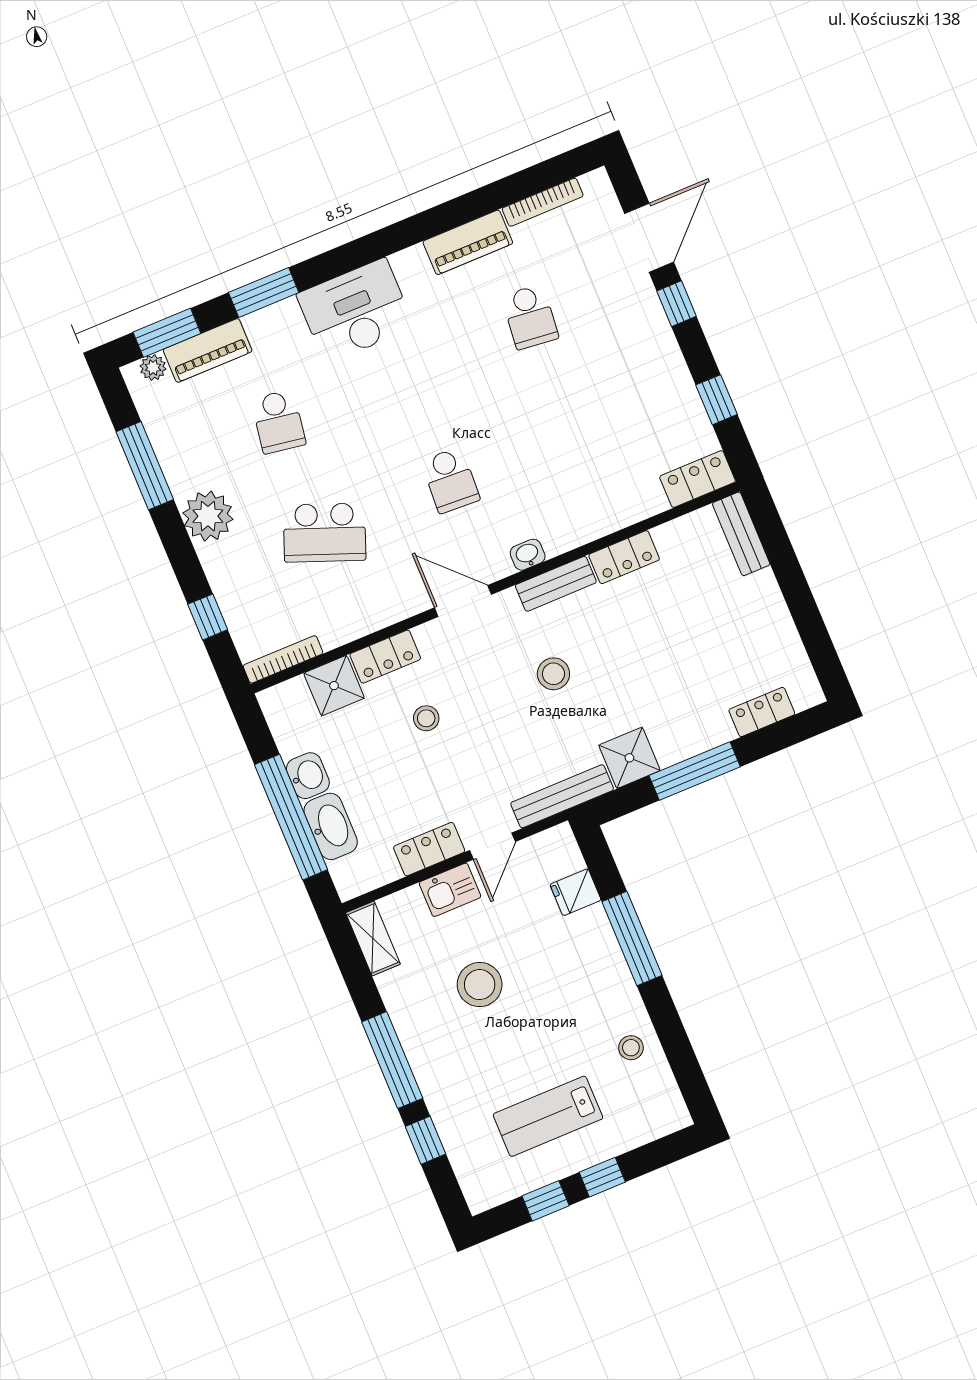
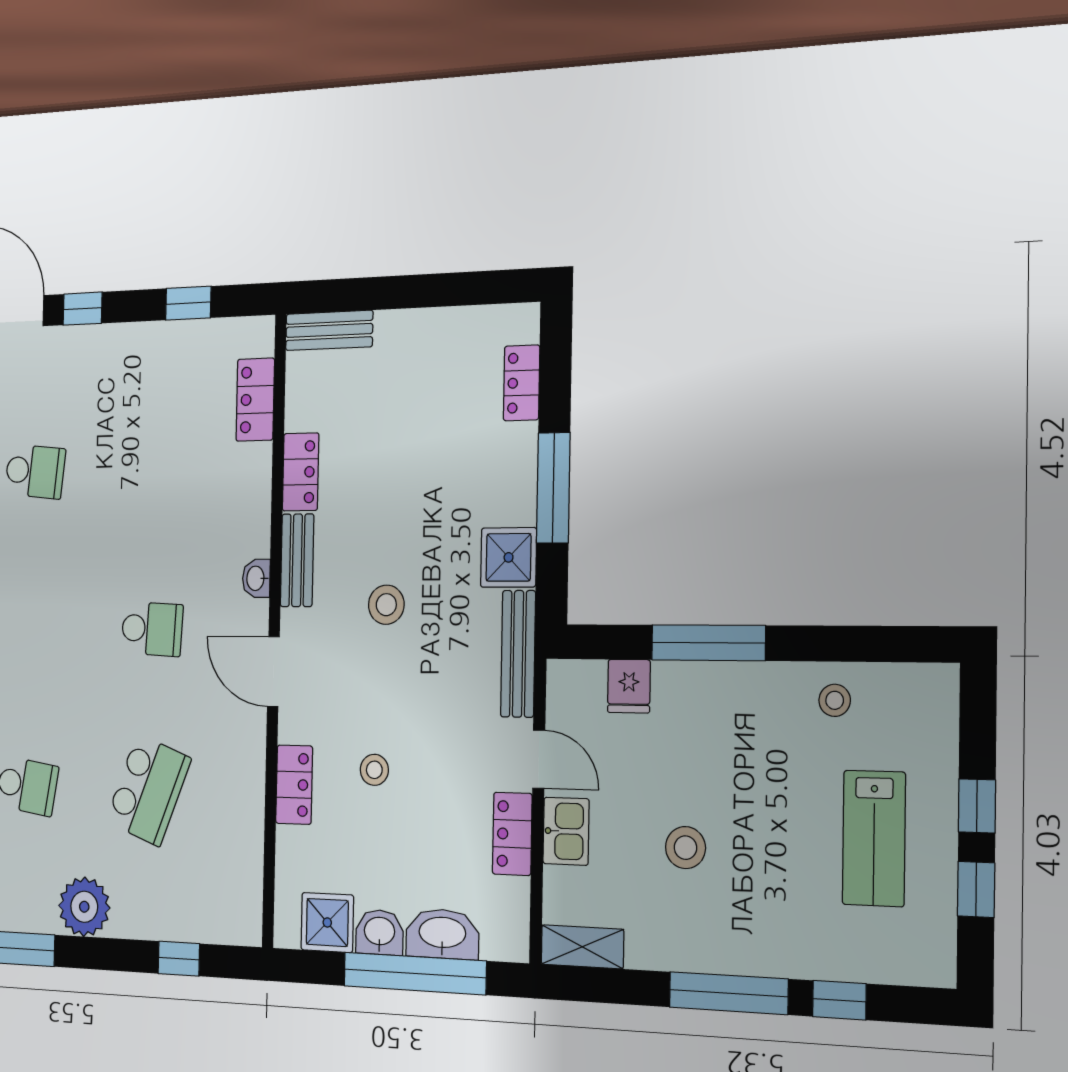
locker: (698, 479) -> (255, 400), moved
door: (463, 601) -> (273, 672), hinge flipped
bookcase: (283, 659) -> (252, 899), removed
shower: (334, 686) -> (327, 922), moved
stool: (480, 985) -> (685, 848), width x0.73, depth x0.73

